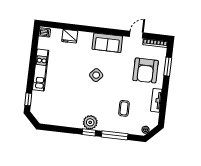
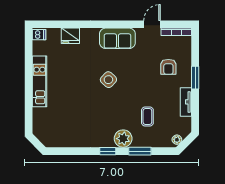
window: (168, 67) -> (195, 78), moved
armchair: (146, 70) -> (168, 67), width x0.53, depth x0.53
window: (28, 99) -> (29, 119), removed
plant: (90, 122) -> (123, 139), moved
window: (115, 135) -> (140, 151), width x0.69

